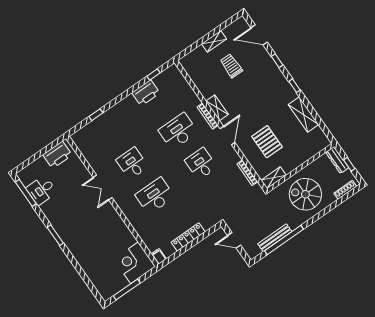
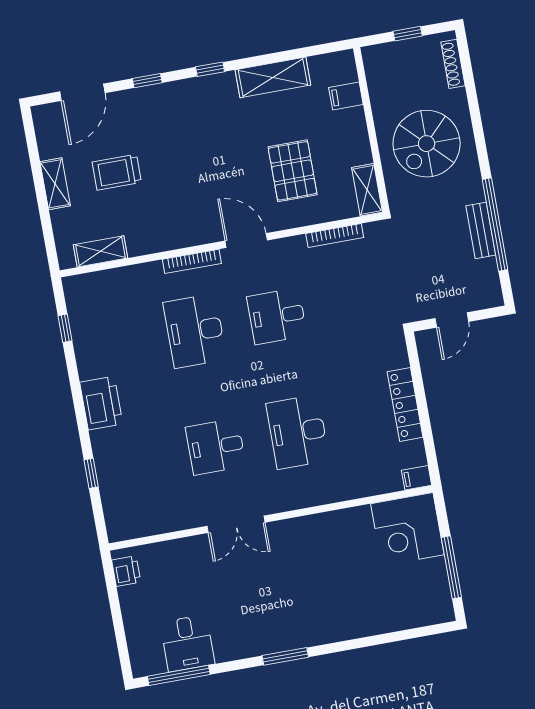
printer: (146, 93) -> (101, 403), moved
shelving: (217, 108) -> (101, 251), moved
pallet: (267, 142) -> (293, 171), turned 90
filing cabinet: (310, 150) -> (346, 96), added
printer: (57, 155) -> (126, 571), width x0.53, depth x0.68
dresser: (337, 160) -> (389, 53), removed
bench: (275, 238) -> (481, 230), width x0.73

